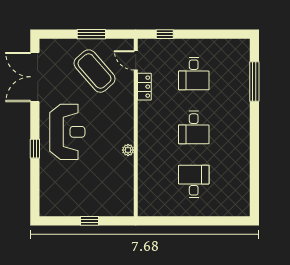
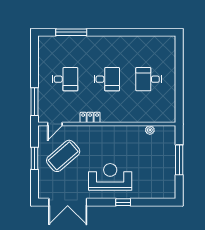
window: (165, 34) -> (35, 102), width x2.17
locker: (144, 87) -> (90, 117), moved
plant: (128, 150) -> (150, 130), moved
window: (89, 221) -> (179, 160), width x2.17

